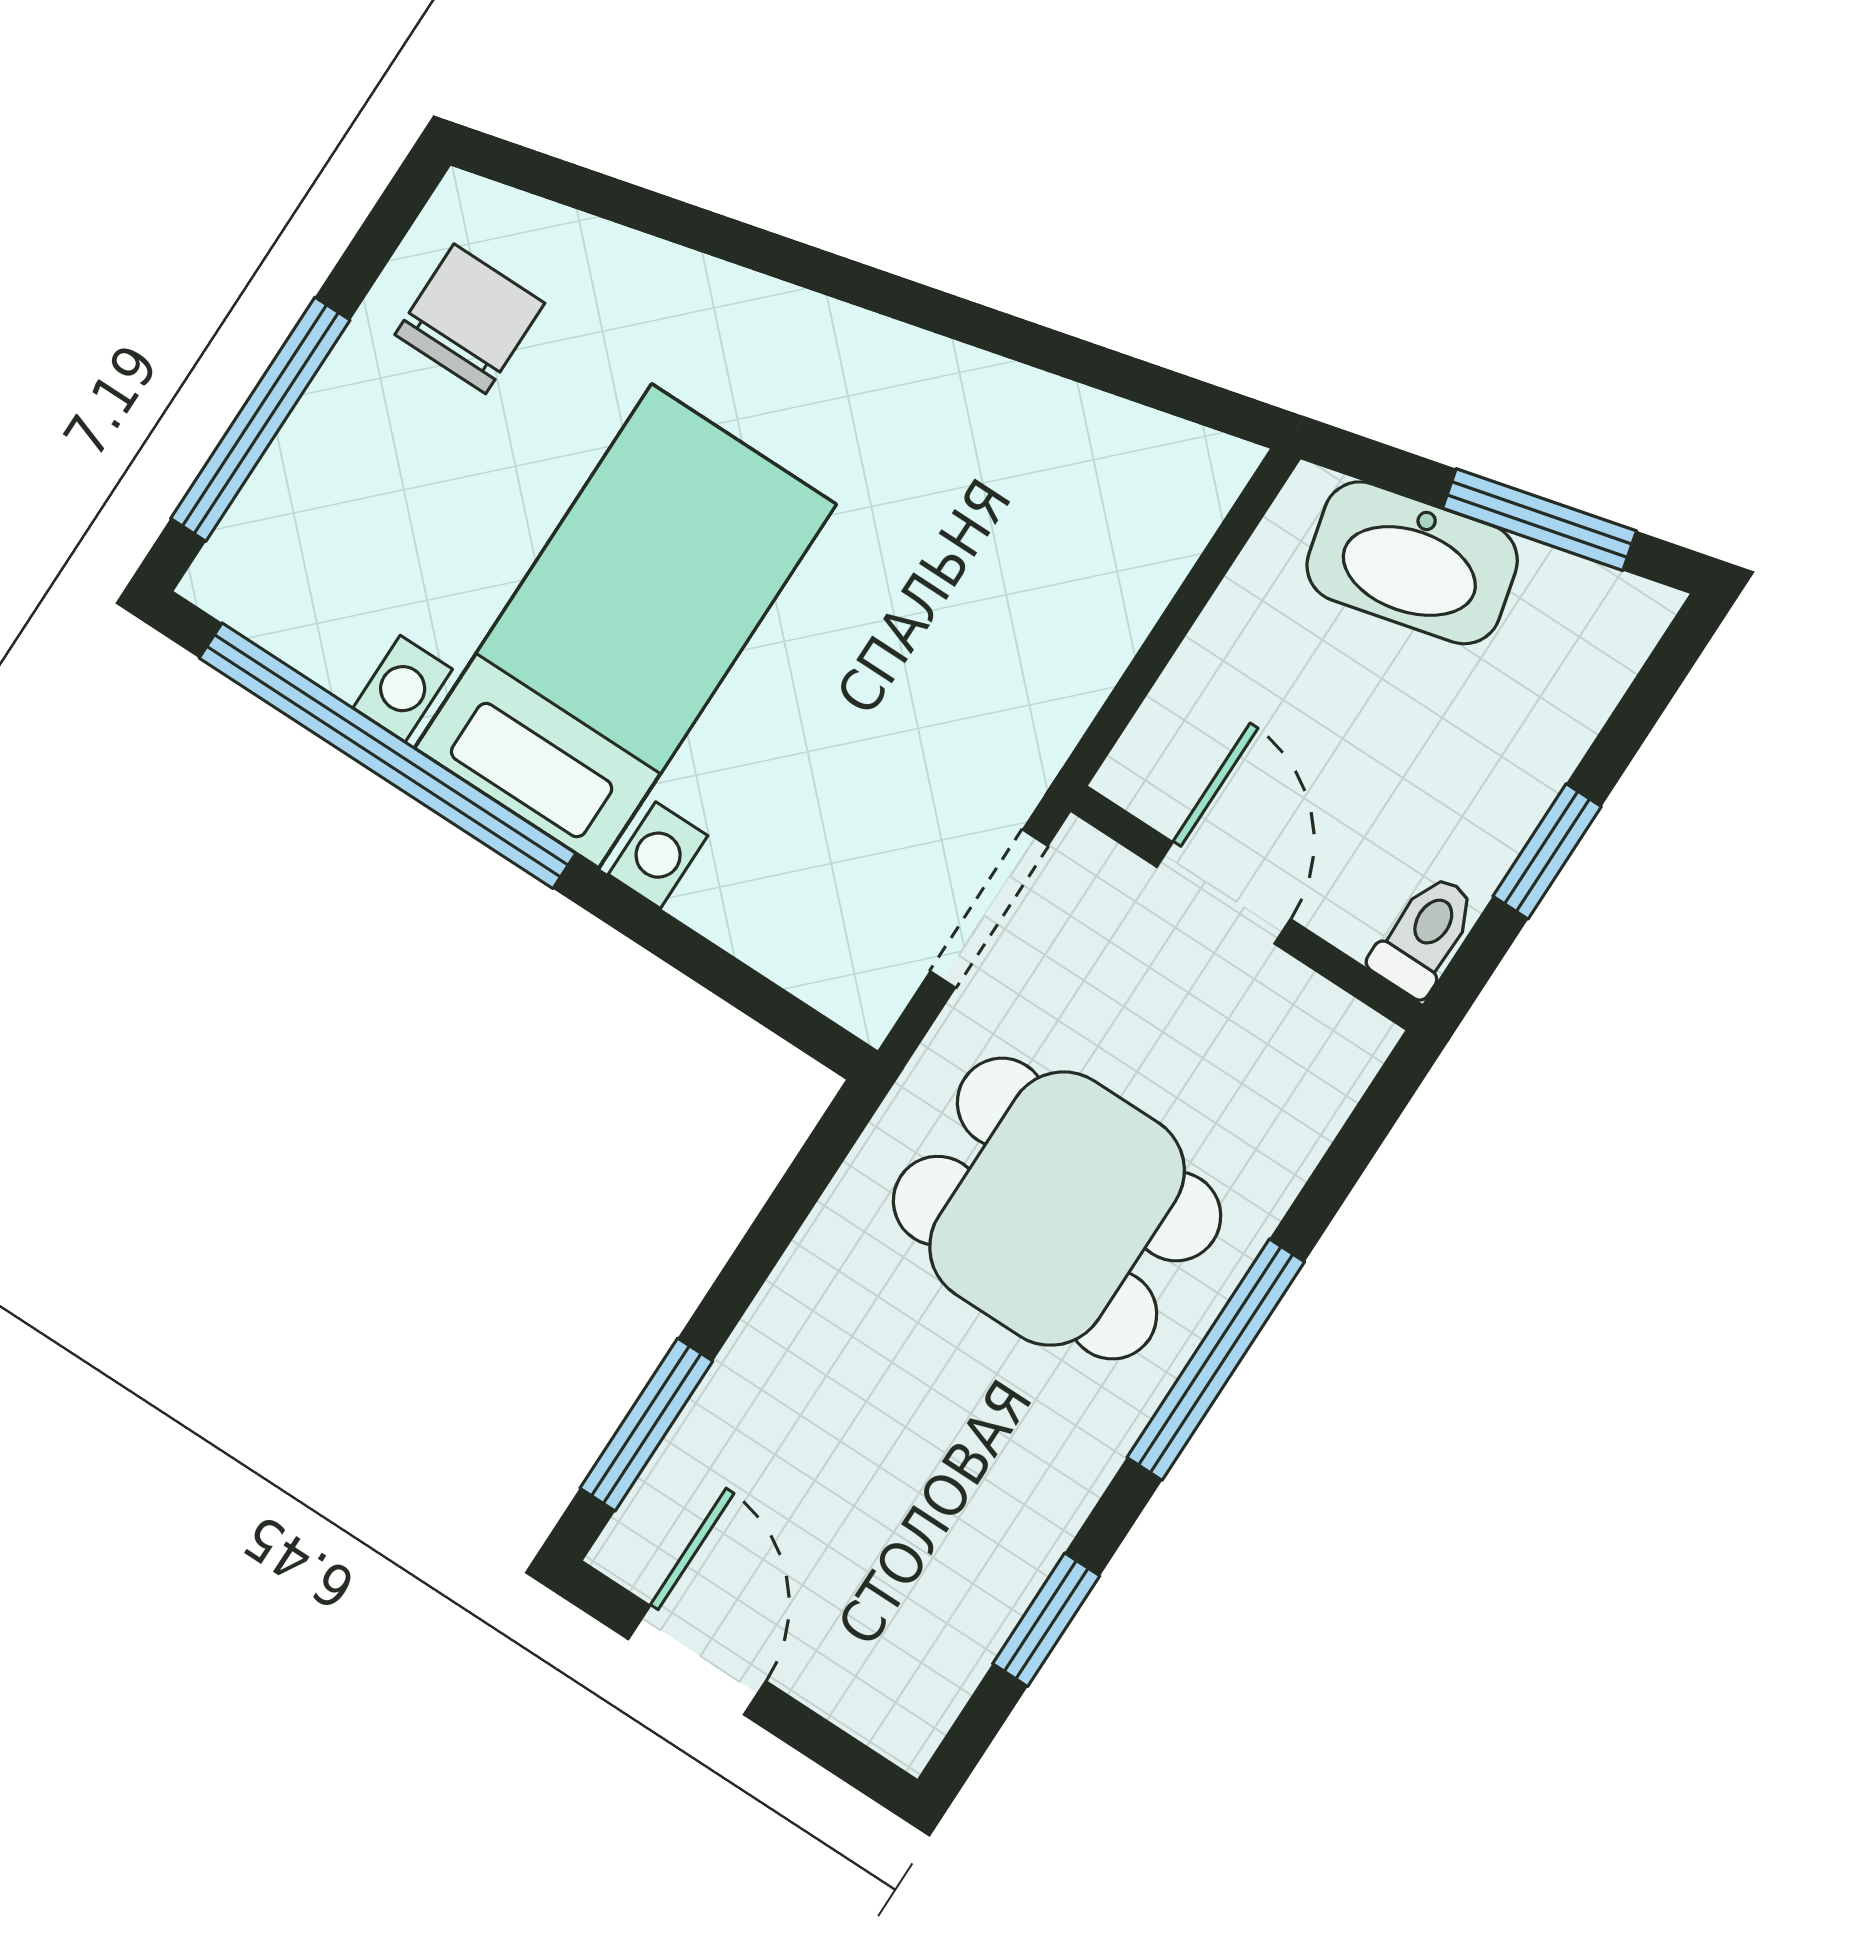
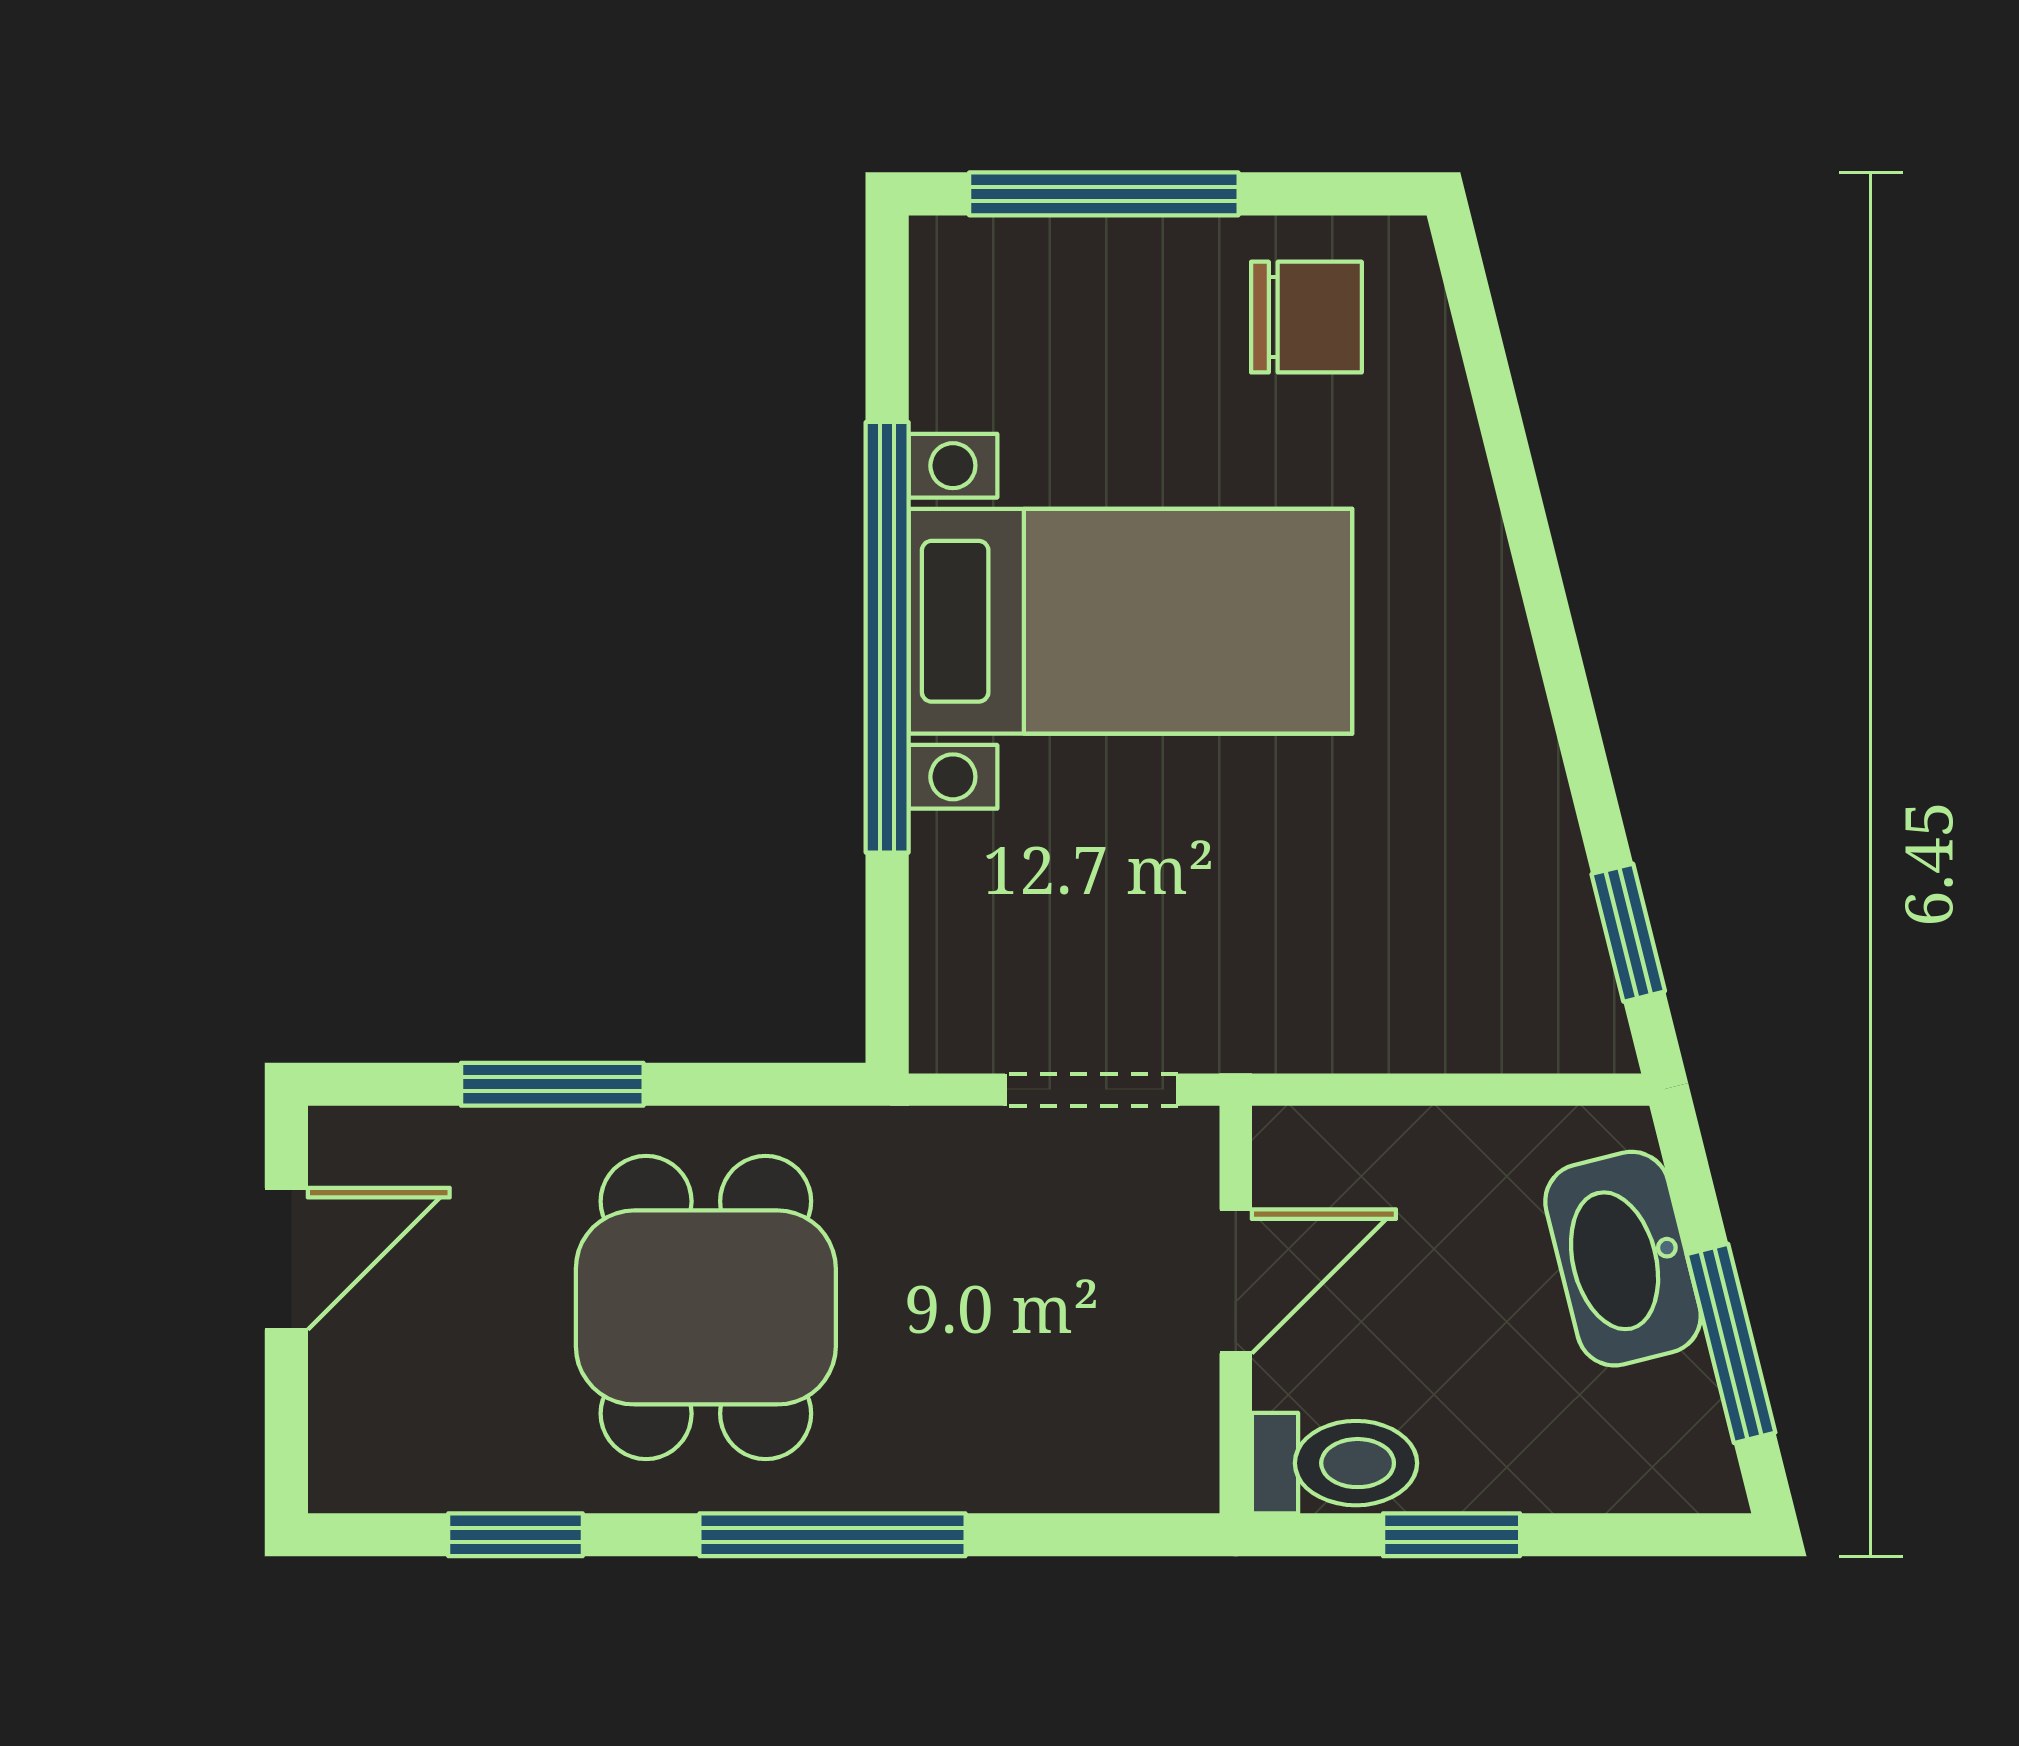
window: (1147, 384) -> (1628, 933), added
window: (387, 756) -> (887, 637), moved
toilet: (1424, 935) -> (1334, 1463), width x1.37, depth x1.39
dining table: (1057, 1209) -> (706, 1307), moved
window: (646, 1425) -> (552, 1084), moved

